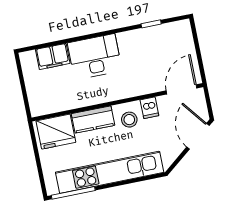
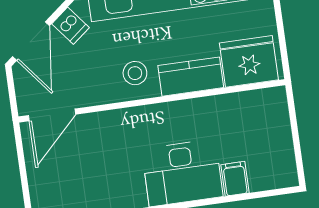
filing cabinet: (53, 56) -> (235, 179), width x0.50
dishwasher: (149, 108) -> (71, 26), moved, turned 142

